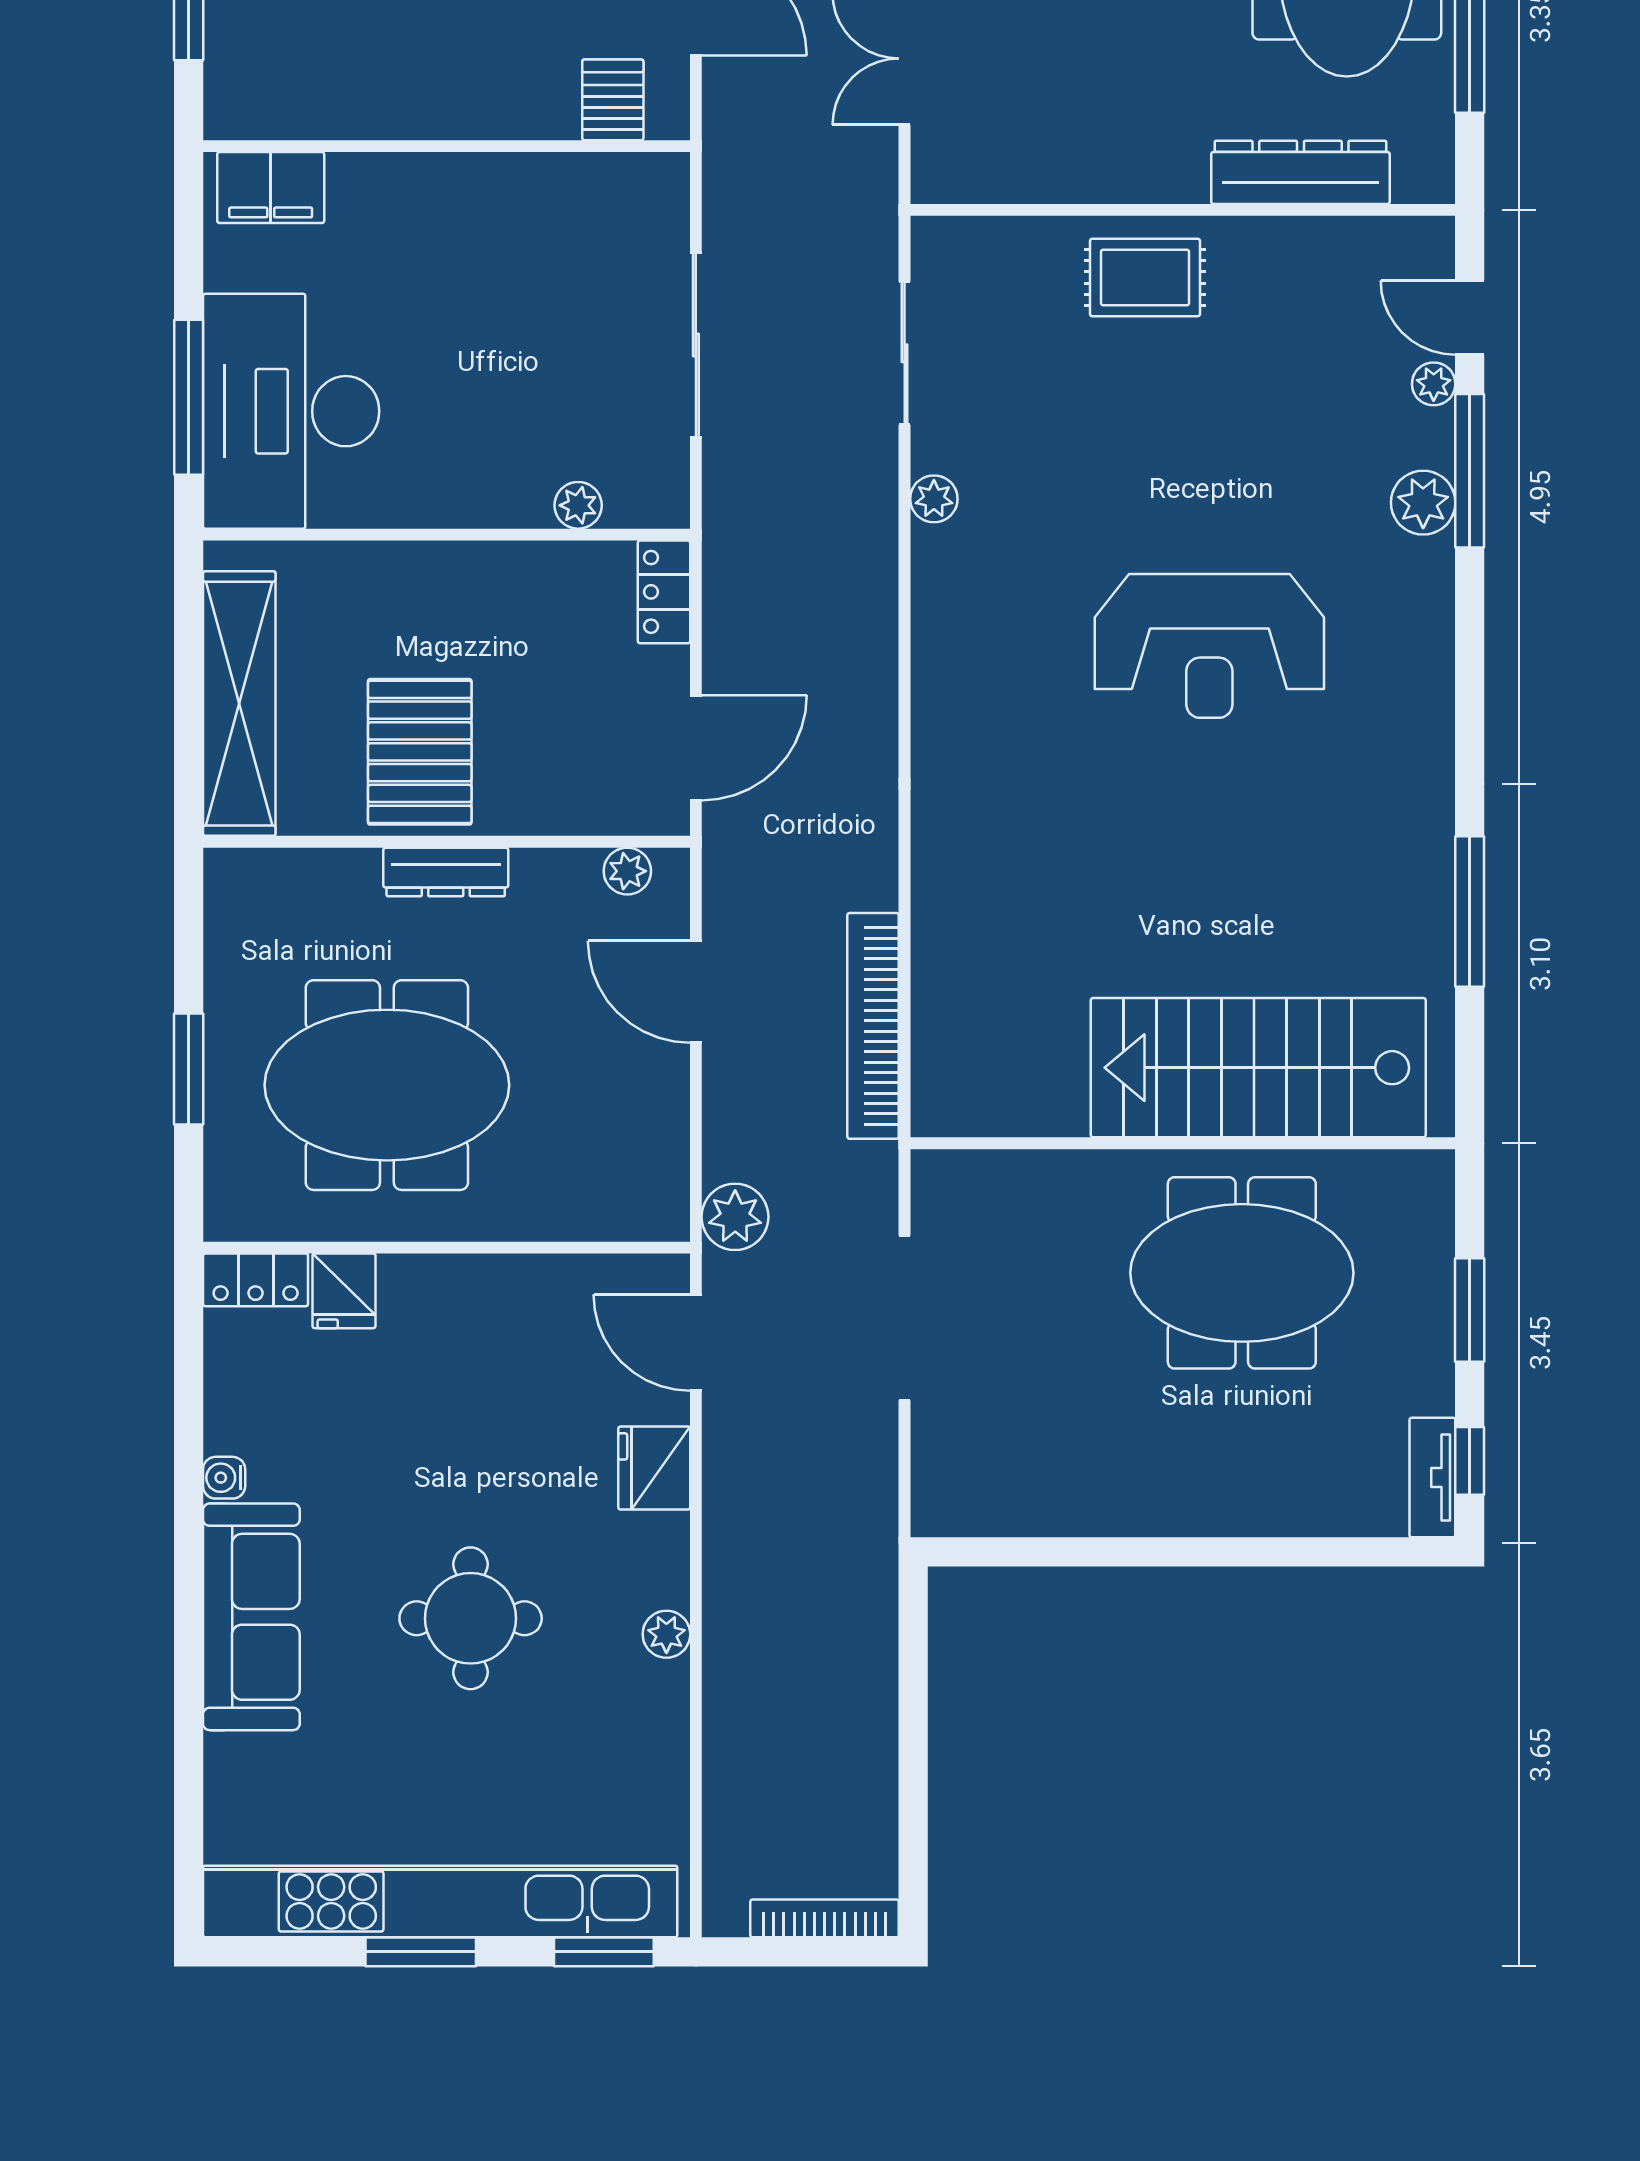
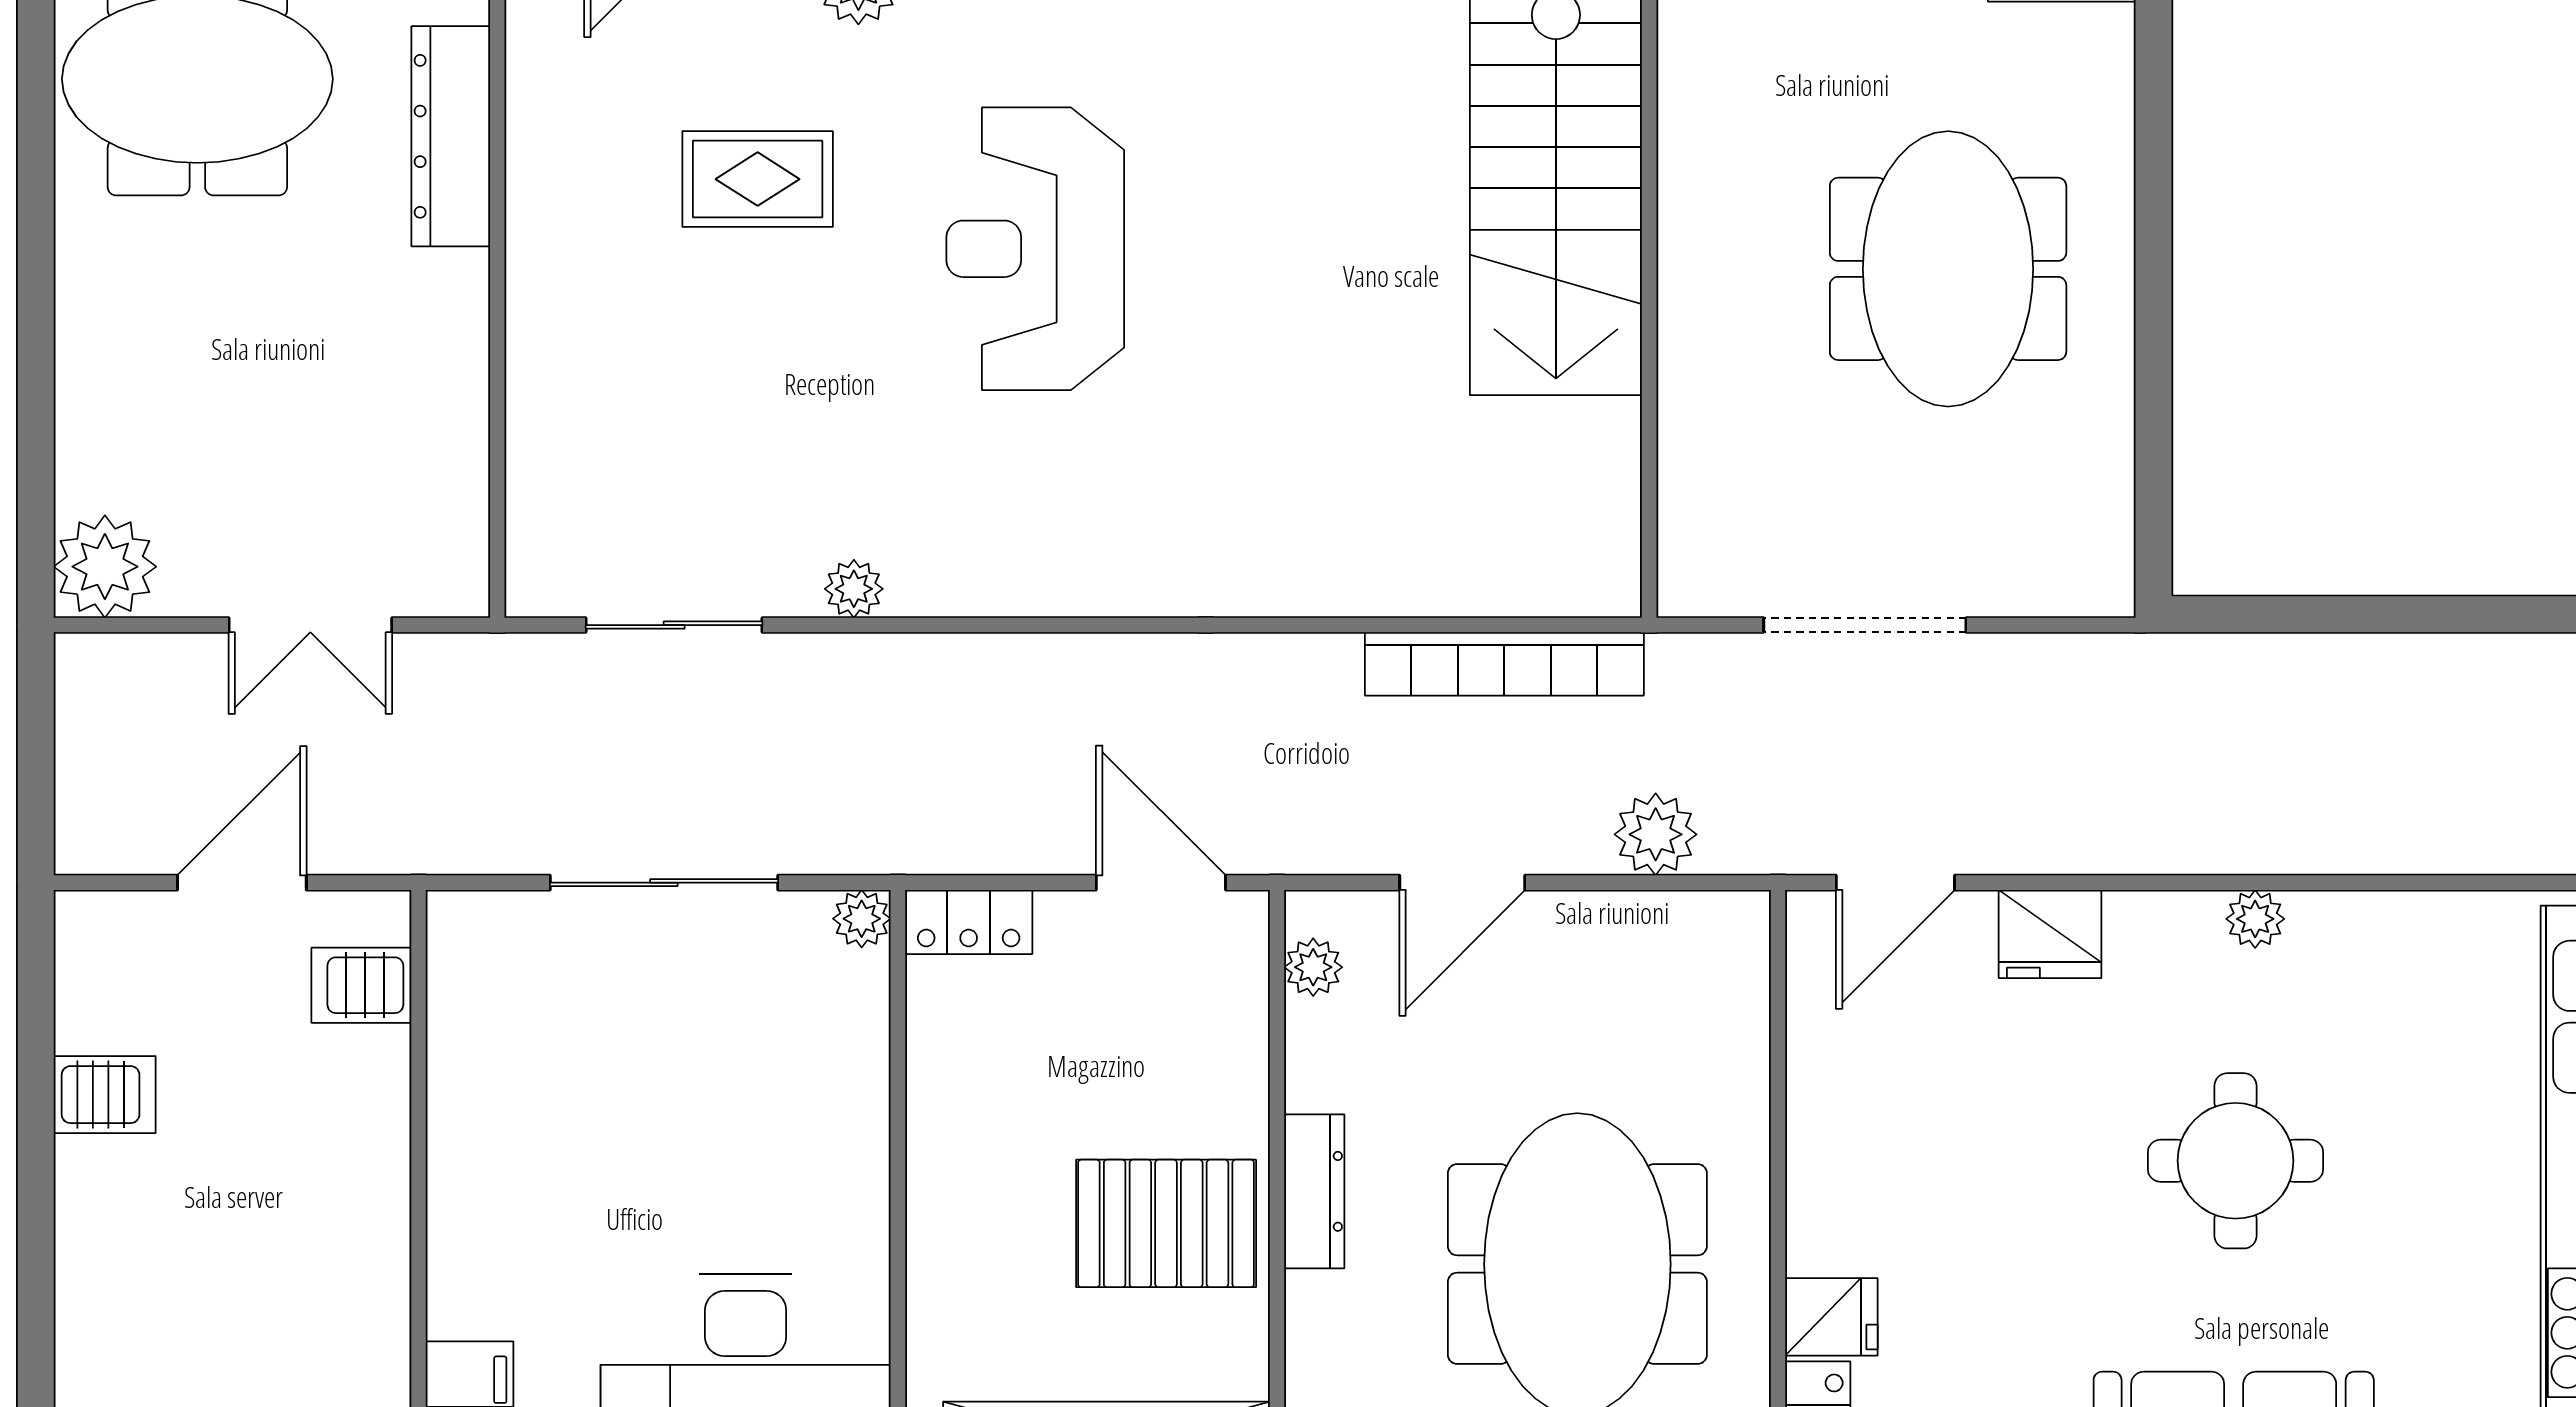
rug: (1145, 277) -> (758, 179), moved, turned 90
plant: (578, 505) -> (862, 919), moved
reception desk: (1209, 646) -> (1035, 249), turned 180
plant: (735, 1217) -> (1656, 834), moved
meeting table: (1242, 1273) -> (1948, 269), moved

